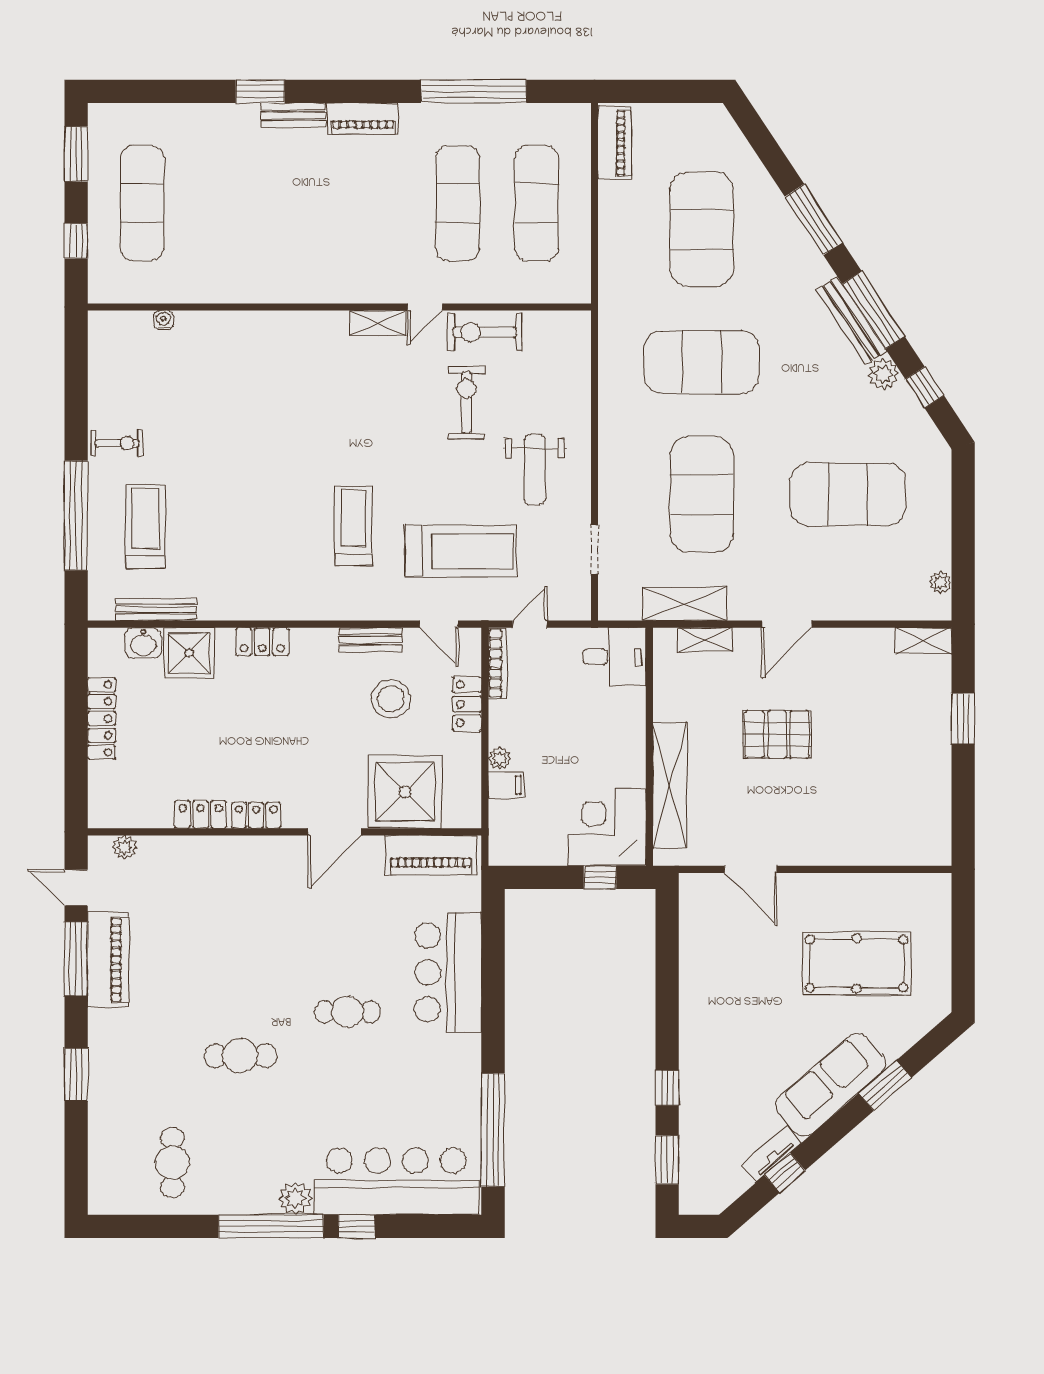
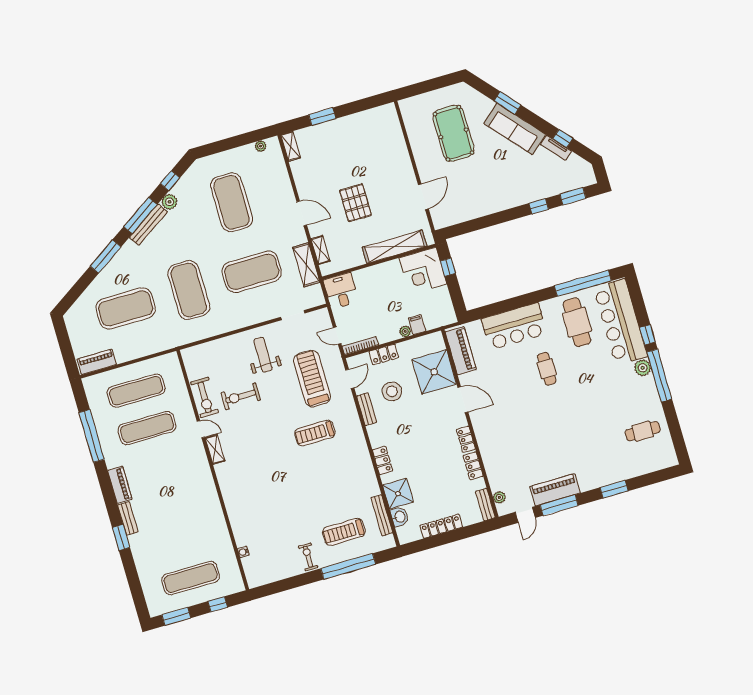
weight bench: (535, 470) -> (263, 355), turned -90
bench: (119, 816) -> (485, 504), added
cafe table: (240, 1056) -> (577, 322), moved, width x1.37, depth x1.35

